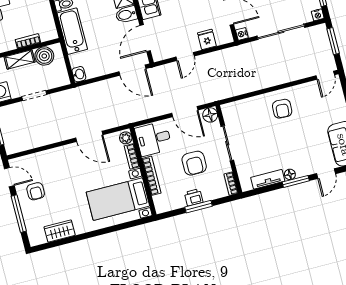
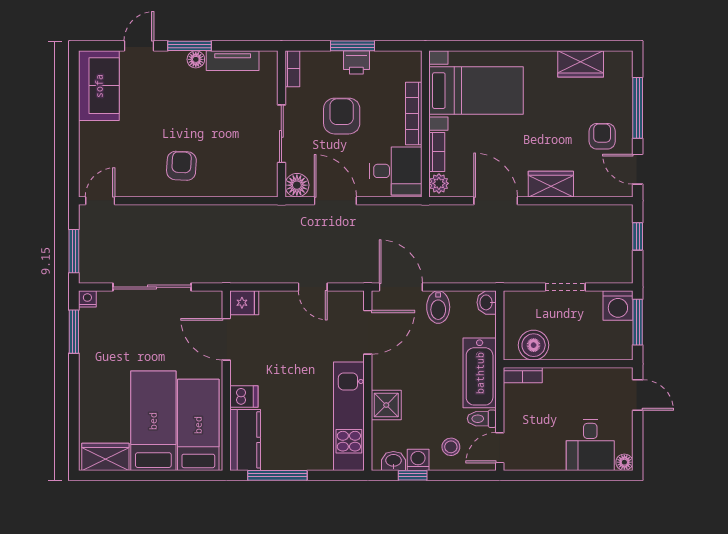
bidet: (126, 15) -> (438, 307), moved, turned 90
nightstand: (242, 34) -> (214, 300), removed
fridge: (207, 39) -> (244, 303), moved, turned -90
bookcase: (28, 41) -> (523, 375), moved
door: (185, 57) -> (313, 287), swing flipped
shelving: (20, 59) -> (574, 350), removed
wardrobe: (59, 155) -> (551, 184), added

